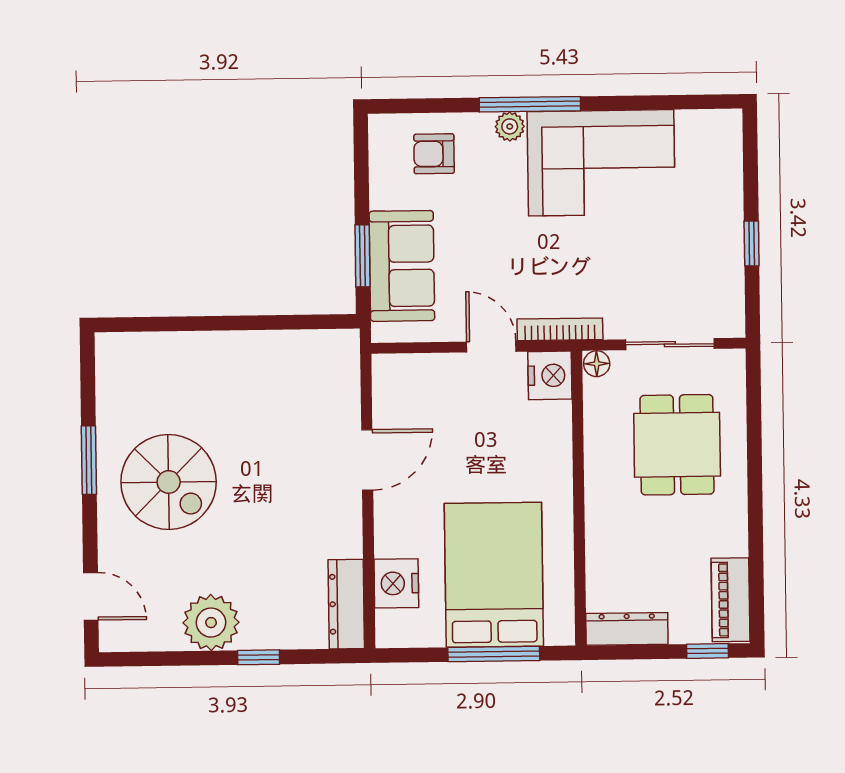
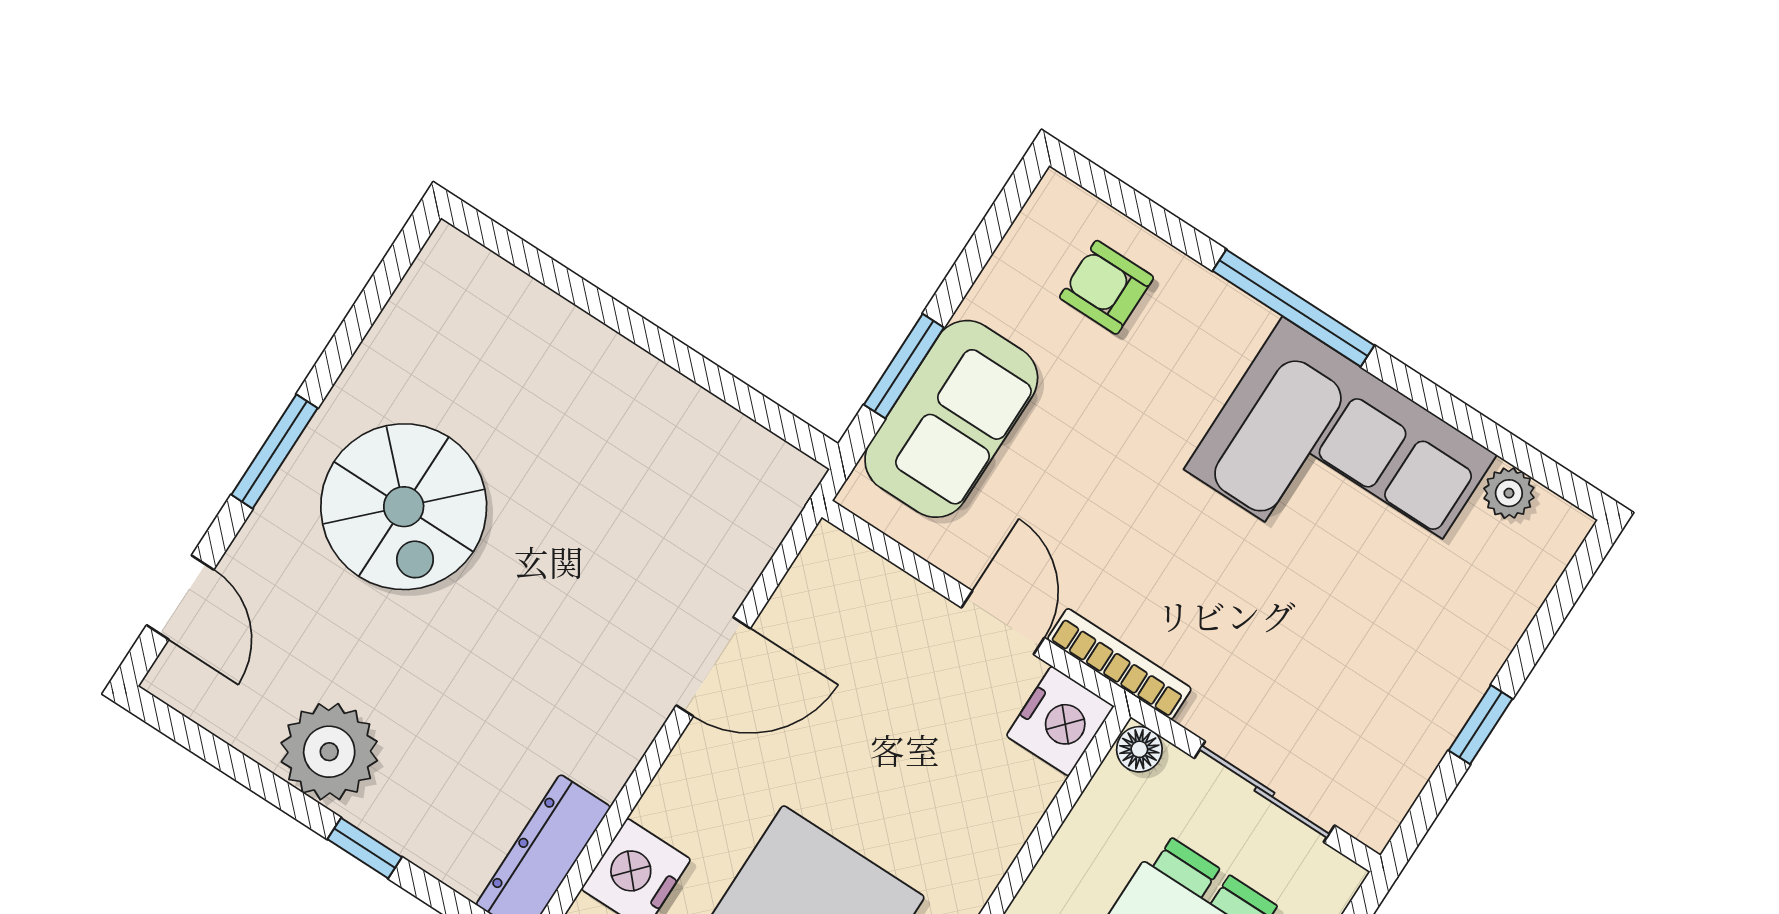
plant: (510, 126) -> (1509, 493), moved
window: (89, 460) -> (275, 451), moved

